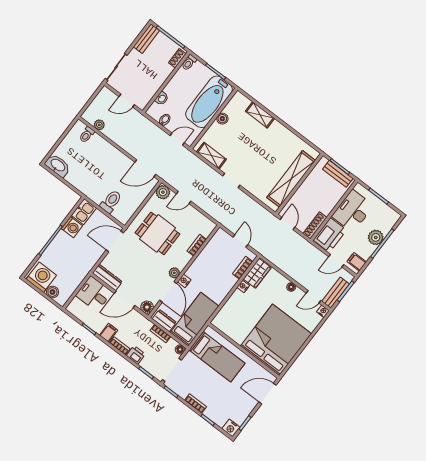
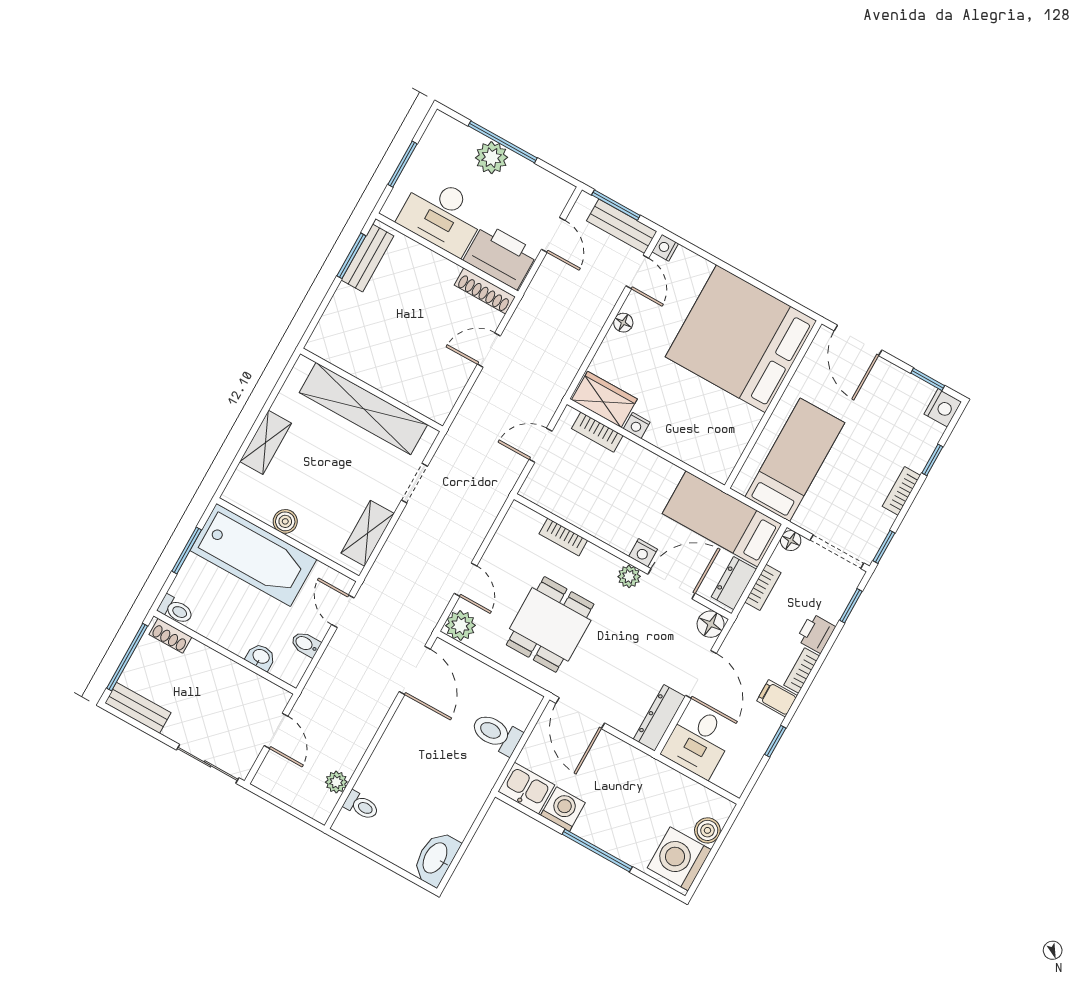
shelving: (291, 179) -> (363, 409), moved
wall: (299, 184) -> (372, 390), moved
filing cabinet: (357, 262) -> (549, 191), removed

